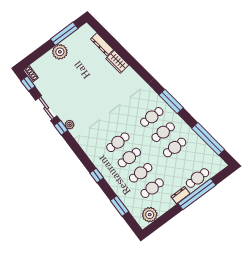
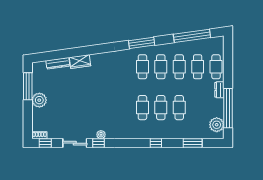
cafe table: (152, 188) -> (198, 67), moved
window: (197, 194) -> (228, 108), moved

